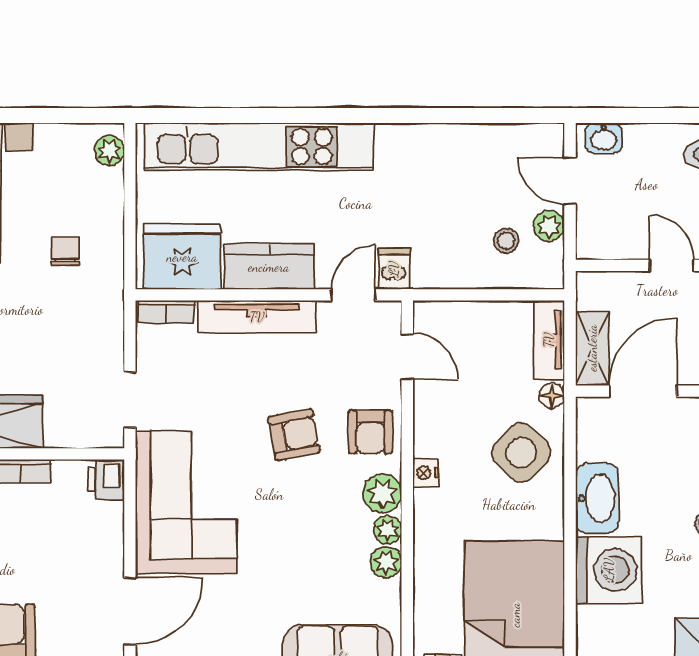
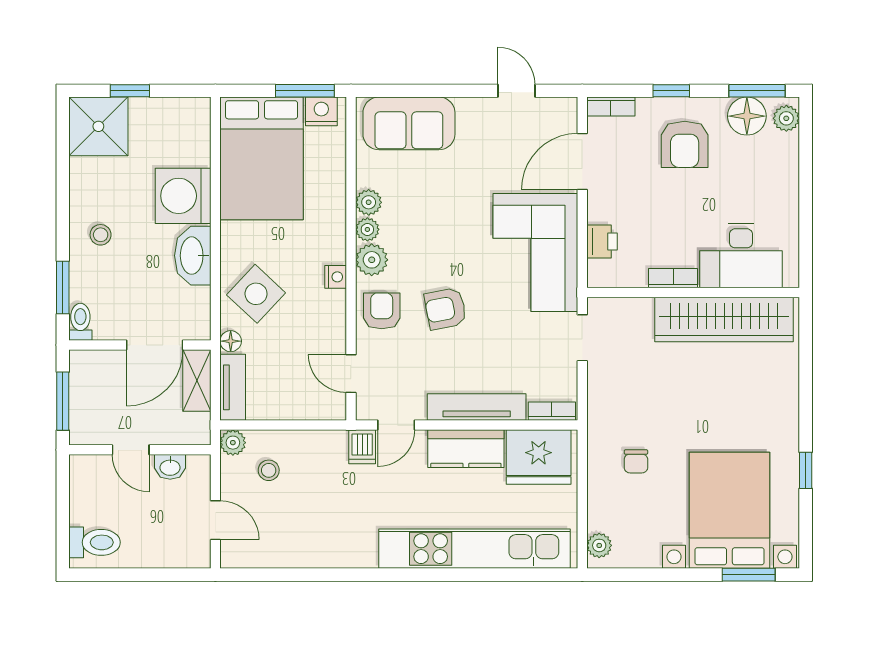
washbasin: (604, 138) -> (170, 467), moved, turned 180
plant: (549, 226) -> (233, 443), moved
printer: (106, 479) -> (602, 241), moved

